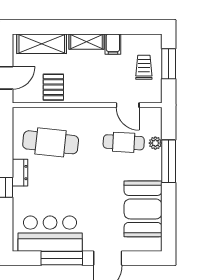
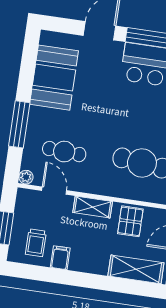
shelving: (86, 42) -> (93, 207), moved
trolley: (144, 67) -> (36, 243), moved
plant: (155, 143) -> (26, 177), moved

